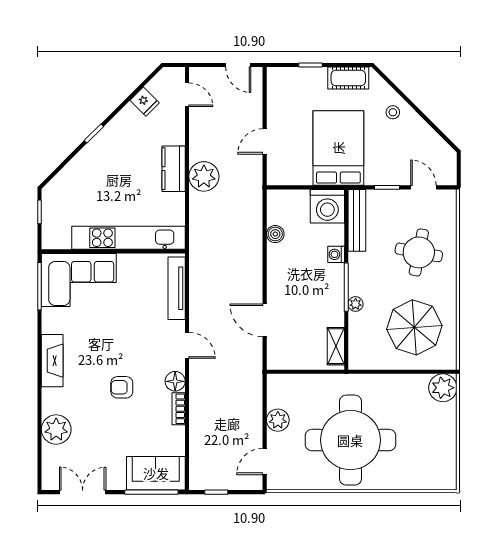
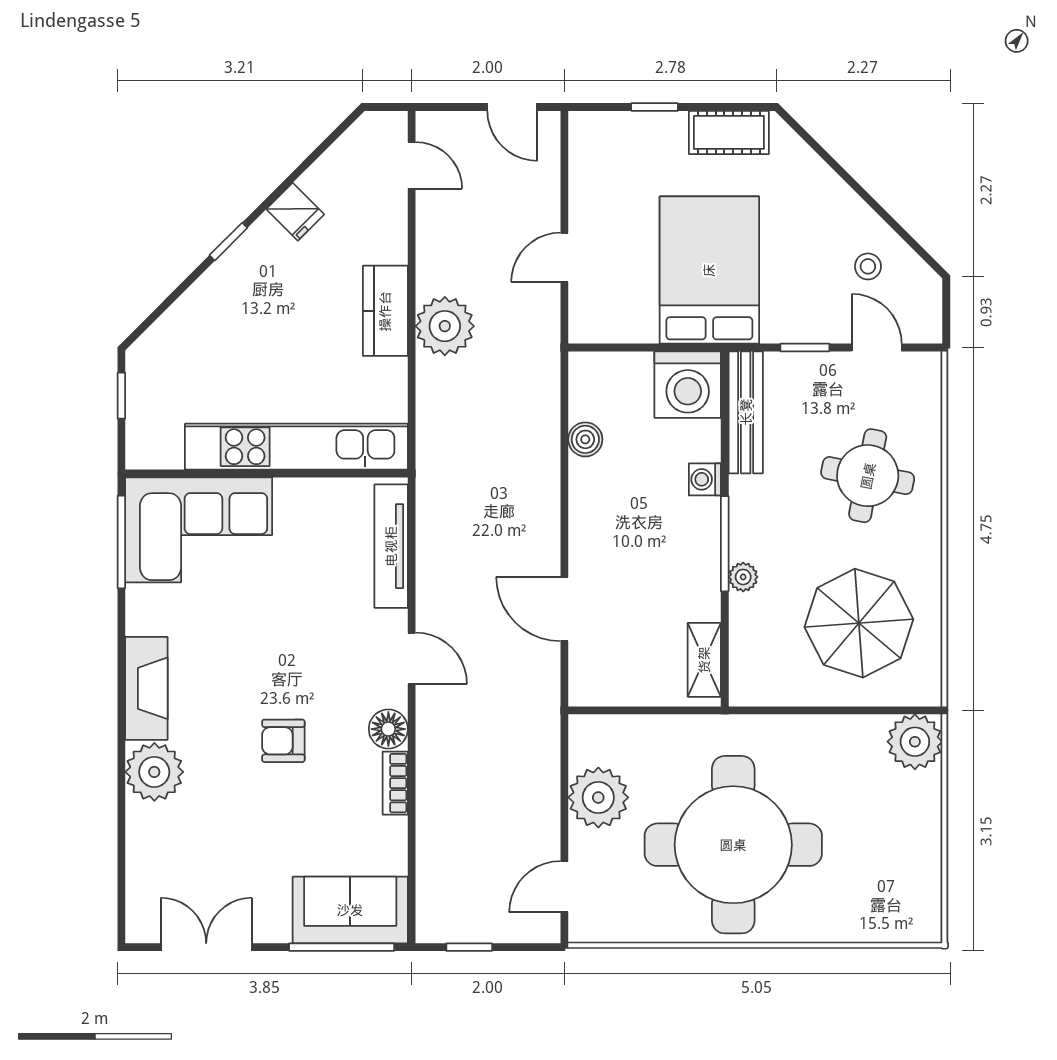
fridge: (145, 102) -> (295, 212), moved
stool: (393, 112) -> (868, 266), moved
plant: (278, 420) -> (598, 797), width x1.36, depth x1.36
plant: (56, 430) -> (154, 772), moved

